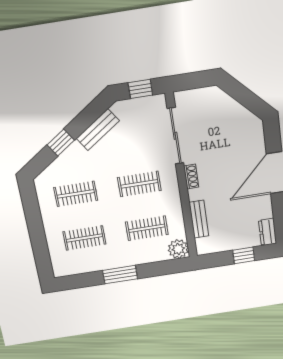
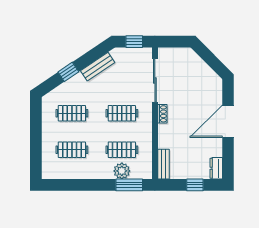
bench: (199, 219) -> (163, 164), moved
plant: (178, 249) -> (122, 171), moved
window: (120, 275) -> (129, 185), moved

